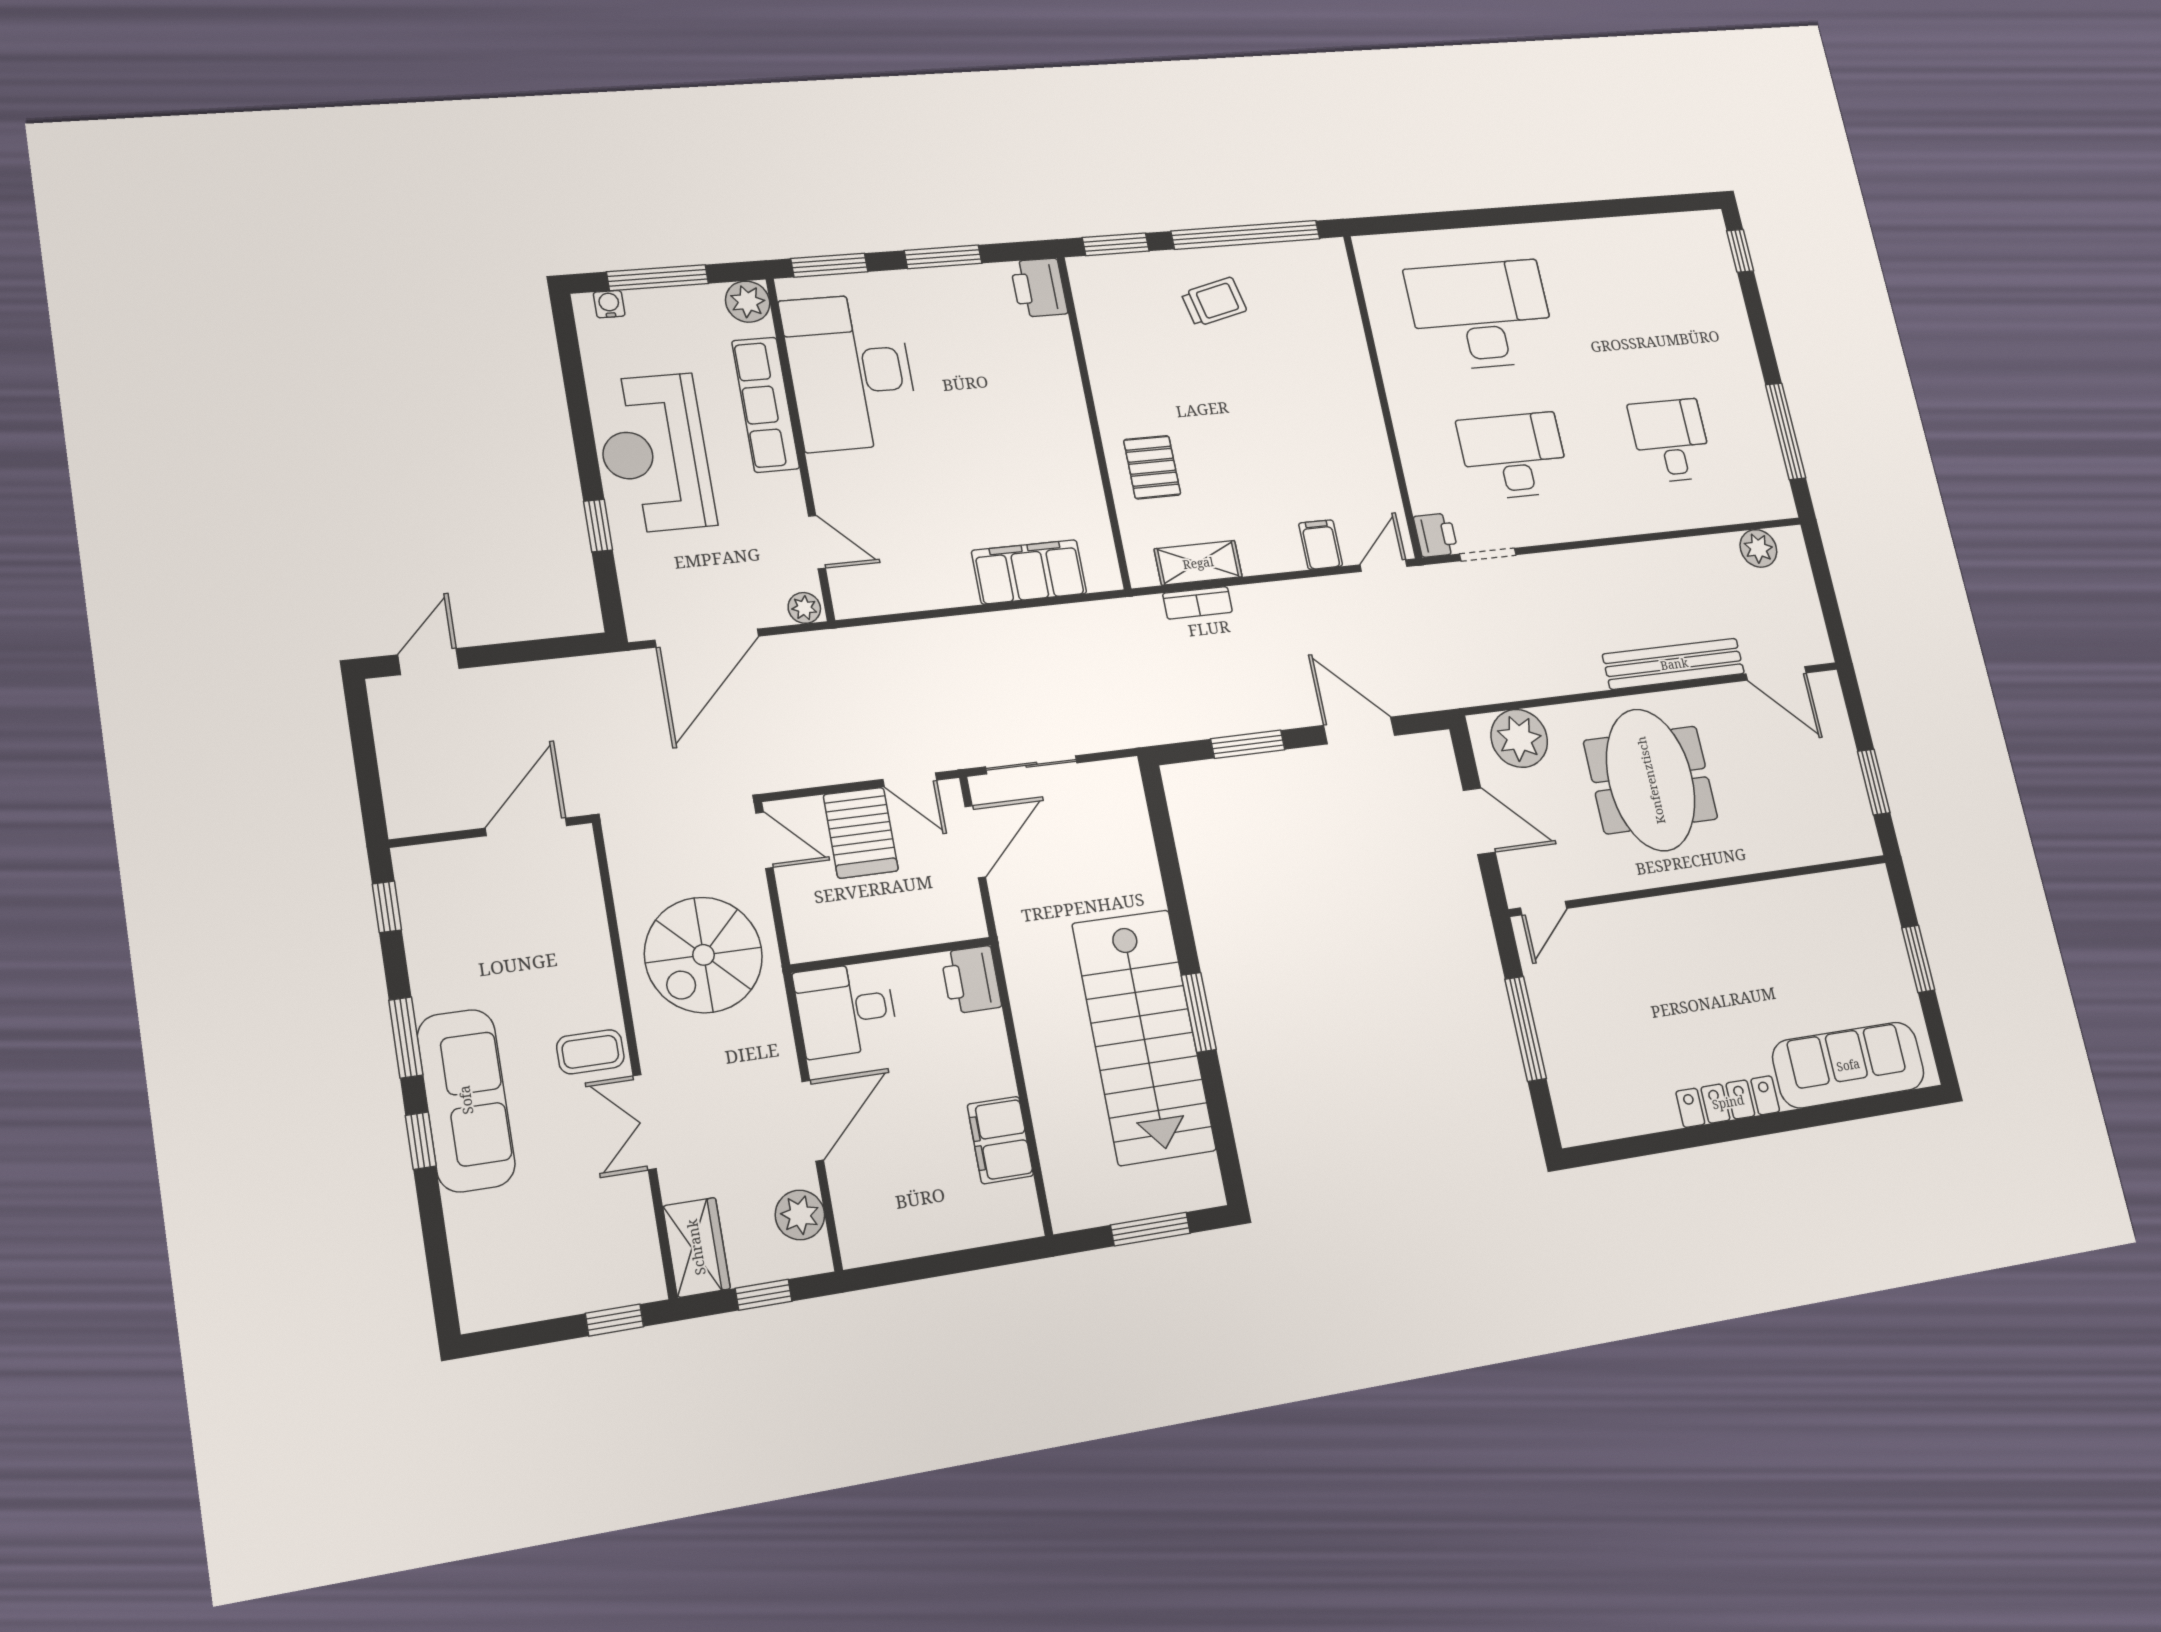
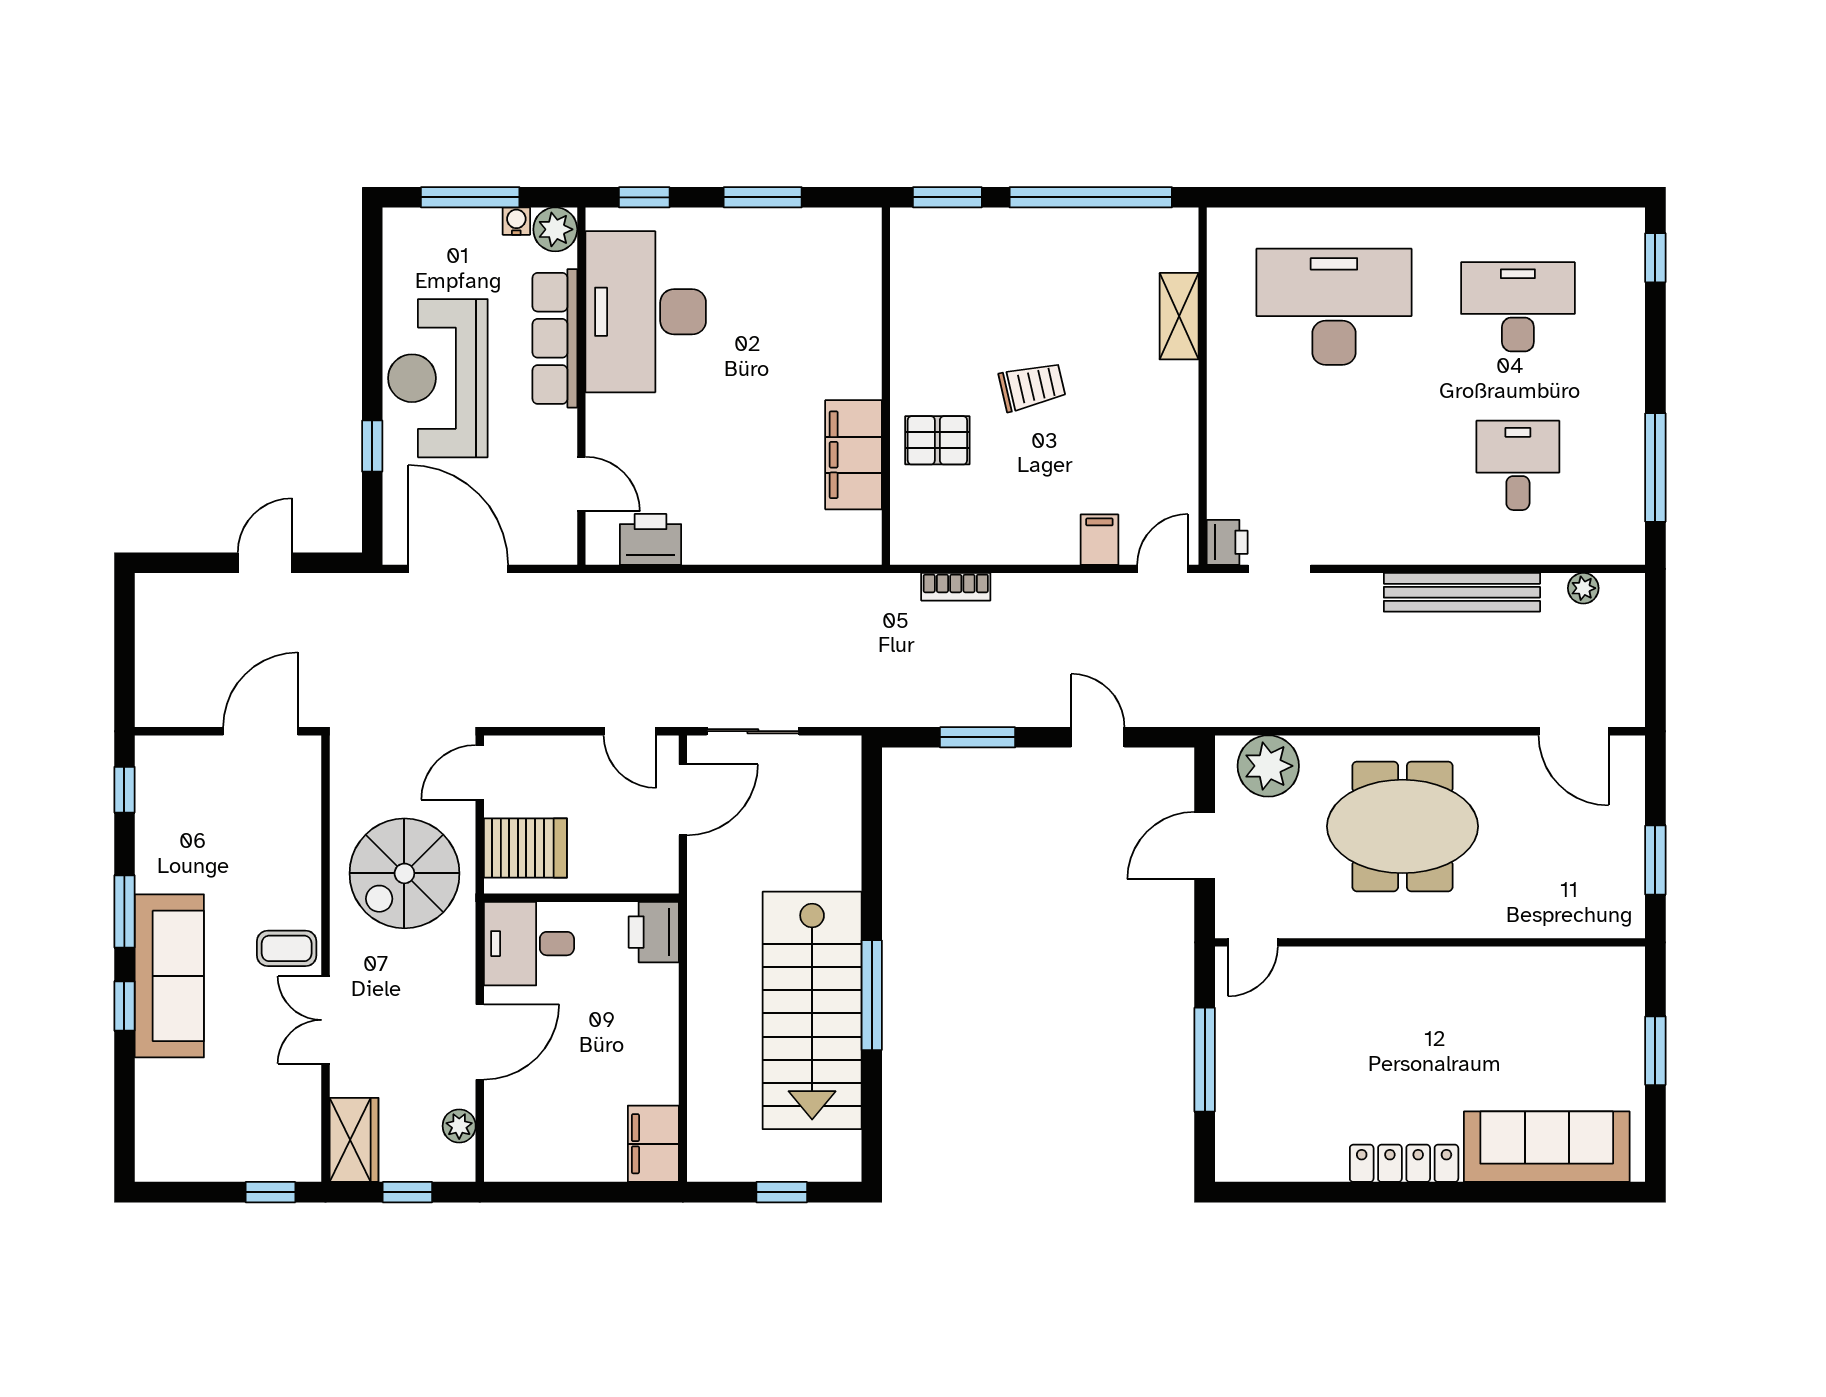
window: (829, 265) -> (644, 197), width x0.67
printer: (1039, 288) -> (650, 539), moved, turned 90
trolley: (1214, 302) -> (1032, 386), moved
water cooler: (609, 304) -> (516, 221), moved
desk: (1514, 456) -> (1518, 307), moved
pallet: (1152, 467) -> (937, 440), turned 90
plant: (1758, 548) -> (1583, 588), width x0.73, depth x0.73
shelving: (1198, 563) -> (1179, 316), moved, turned 90
filing cabinet: (1029, 572) -> (853, 455), moved, turned -90
plant: (804, 608) -> (557, 549), removed
door: (707, 638) -> (458, 569), swing flipped
door: (429, 662) -> (265, 563), moved
bench: (1674, 664) -> (1462, 592), moved
door: (1359, 731) -> (1098, 737), width x0.73
meeting table: (1651, 780) -> (1402, 826), turned 90
door: (1479, 821) -> (1205, 846), swing flipped
server rack: (861, 833) -> (525, 848), moved, turned -90
door: (764, 840) -> (480, 772), swing flipped
window: (1199, 1012) -> (872, 995), width x1.44
filing cabinet: (1000, 1140) -> (653, 1144), moved
plant: (800, 1215) -> (459, 1126), width x0.73, depth x0.73
window: (1150, 1229) -> (782, 1192), width x0.67

